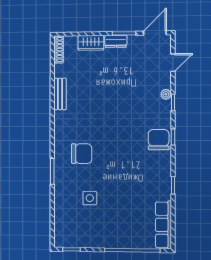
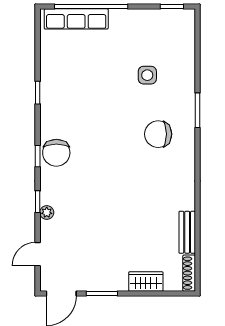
dresser: (116, 41) -> (113, 283), removed
bench: (60, 94) -> (187, 232), moved
row of seats: (163, 225) -> (76, 19), moved, turned 90

